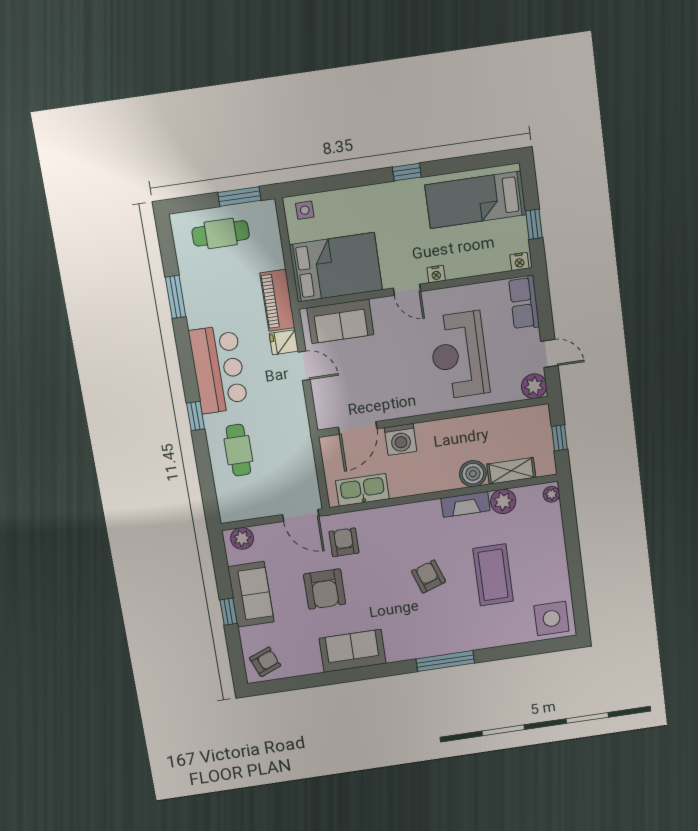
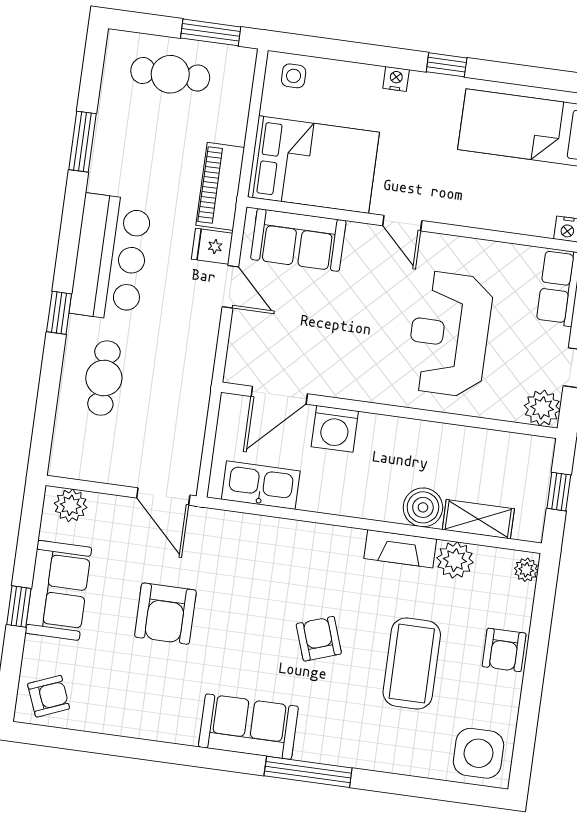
nightstand: (436, 274) -> (396, 79), moved, turned 180
armchair: (344, 542) -> (504, 650), moved, turned 180
sofa: (353, 651) -> (248, 727), moved

